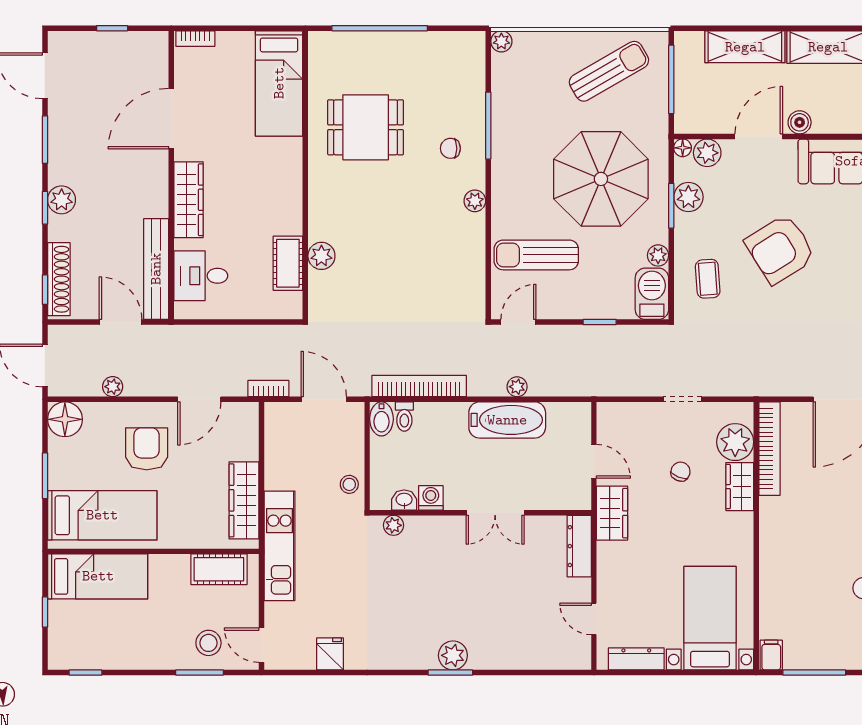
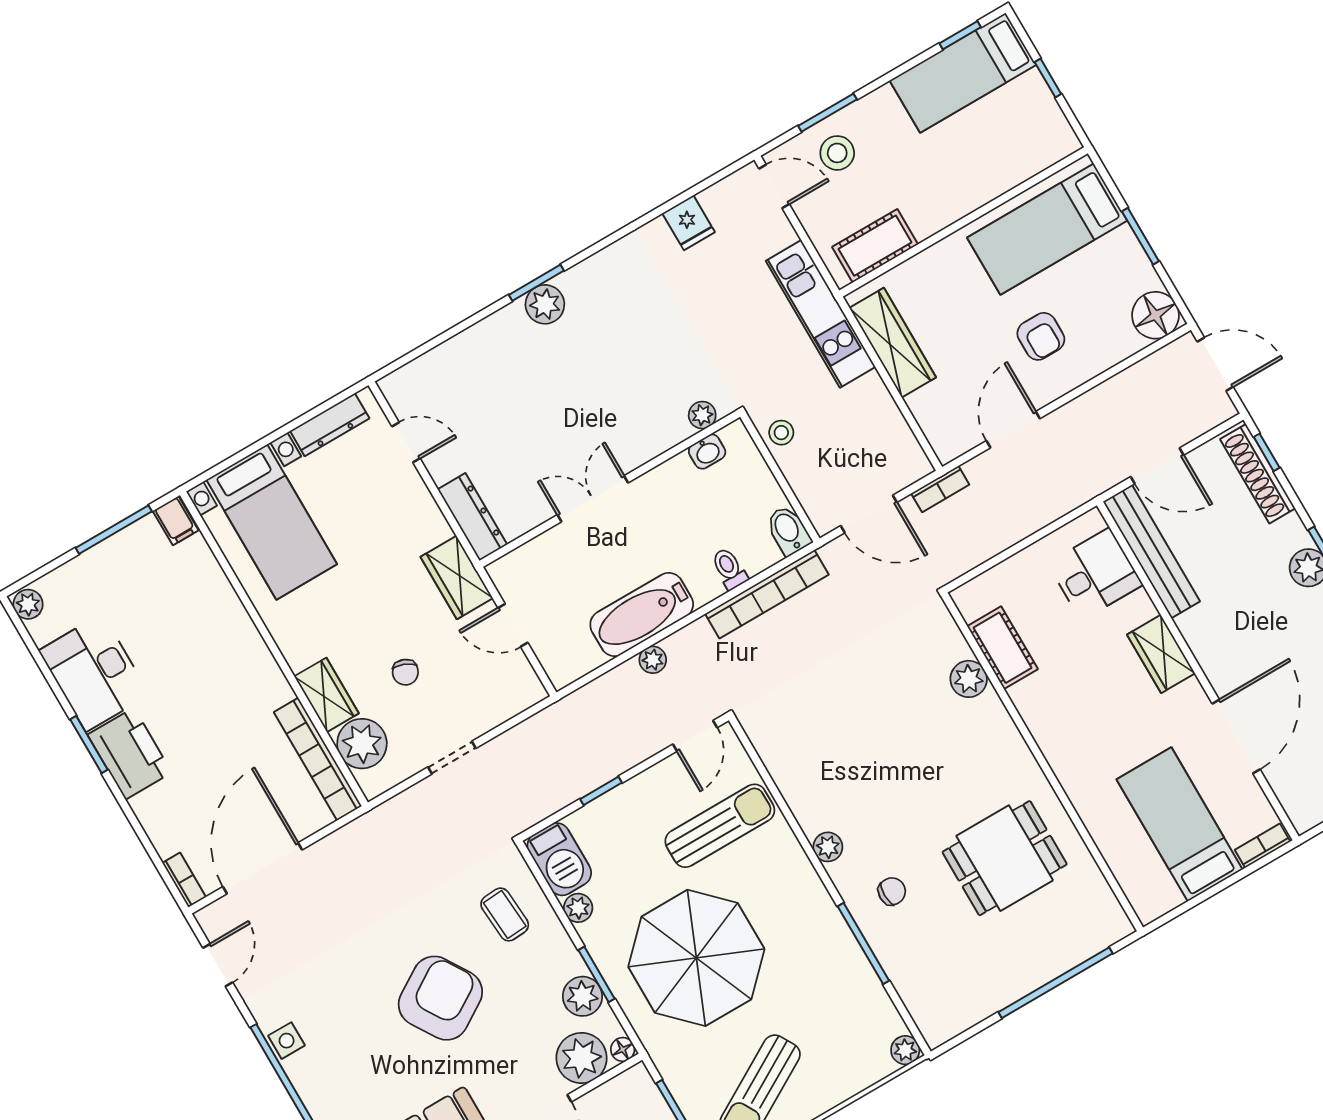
bed: (279, 83) -> (1180, 824), moved
plant: (707, 153) -> (582, 1058), width x1.36, depth x1.36
wardrobe: (189, 200) -> (1161, 654), width x0.67
plant: (113, 387) -> (1122, 386), removed
toilet: (404, 417) -> (729, 569), moved
armchair: (147, 449) -> (1041, 336), width x0.72, depth x0.72
washing machine: (431, 498) -> (677, 472), removed
bed: (98, 576) -> (963, 73), moved

